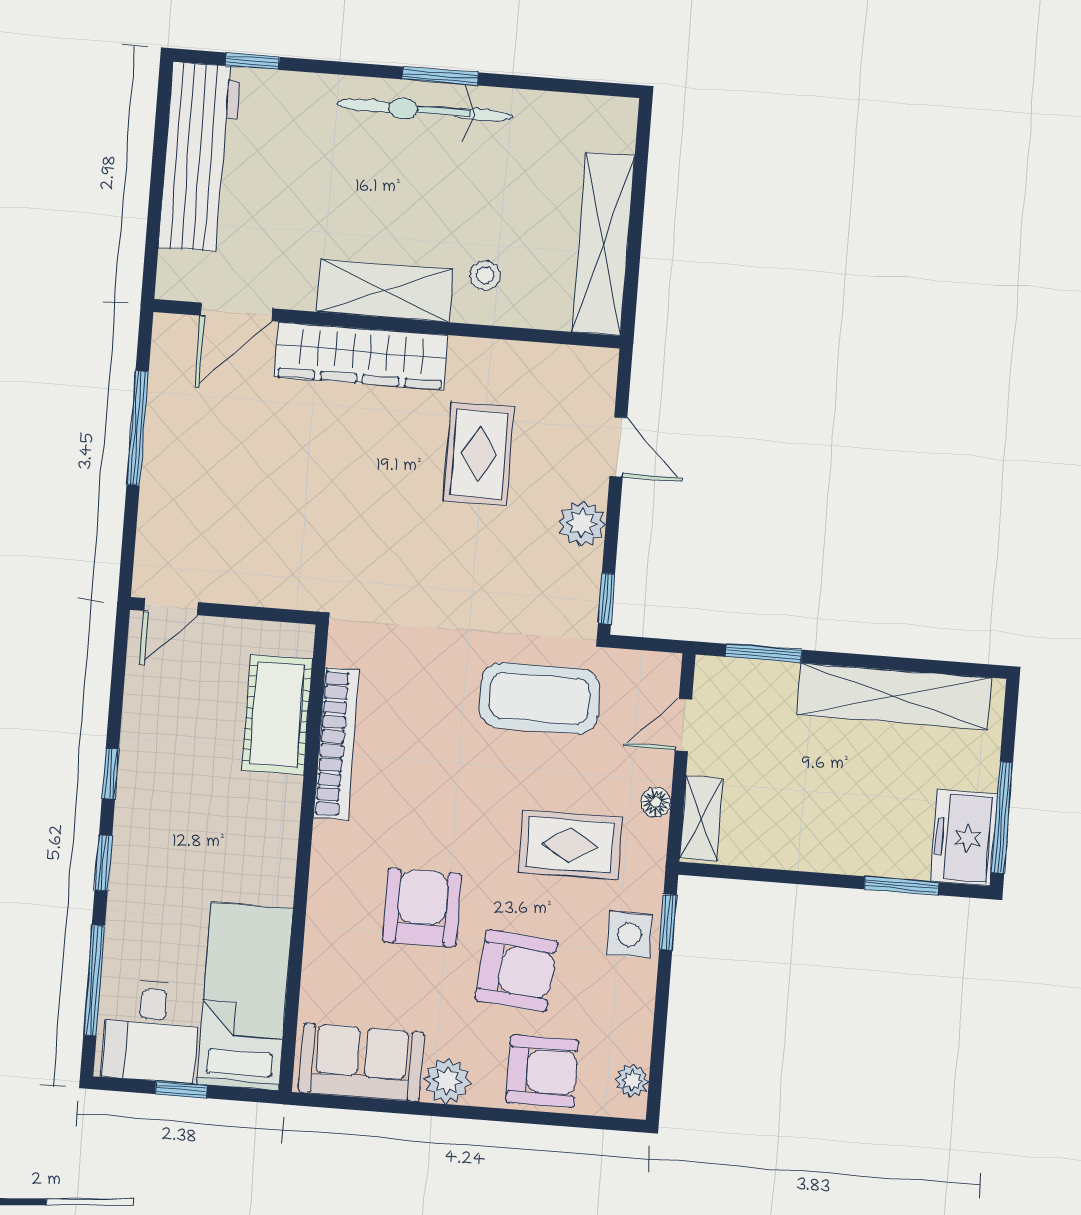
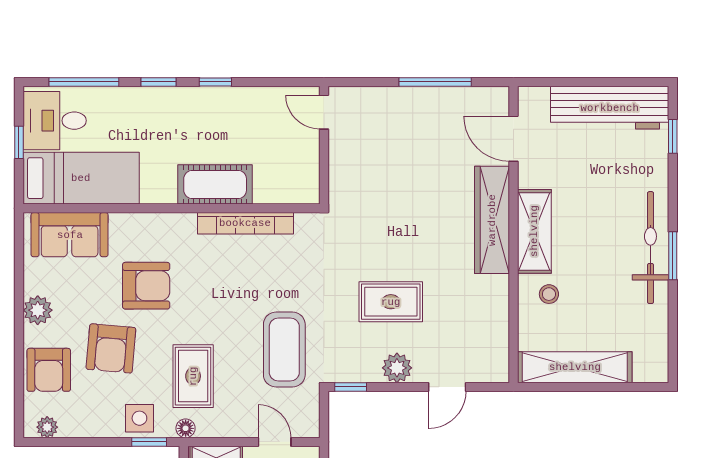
rug: (479, 454) -> (391, 302), moved
cot: (277, 715) -> (215, 184), moved
floor lamp: (656, 802) -> (186, 428), moved
sofa: (361, 1062) -> (70, 235), moved, turned 90

